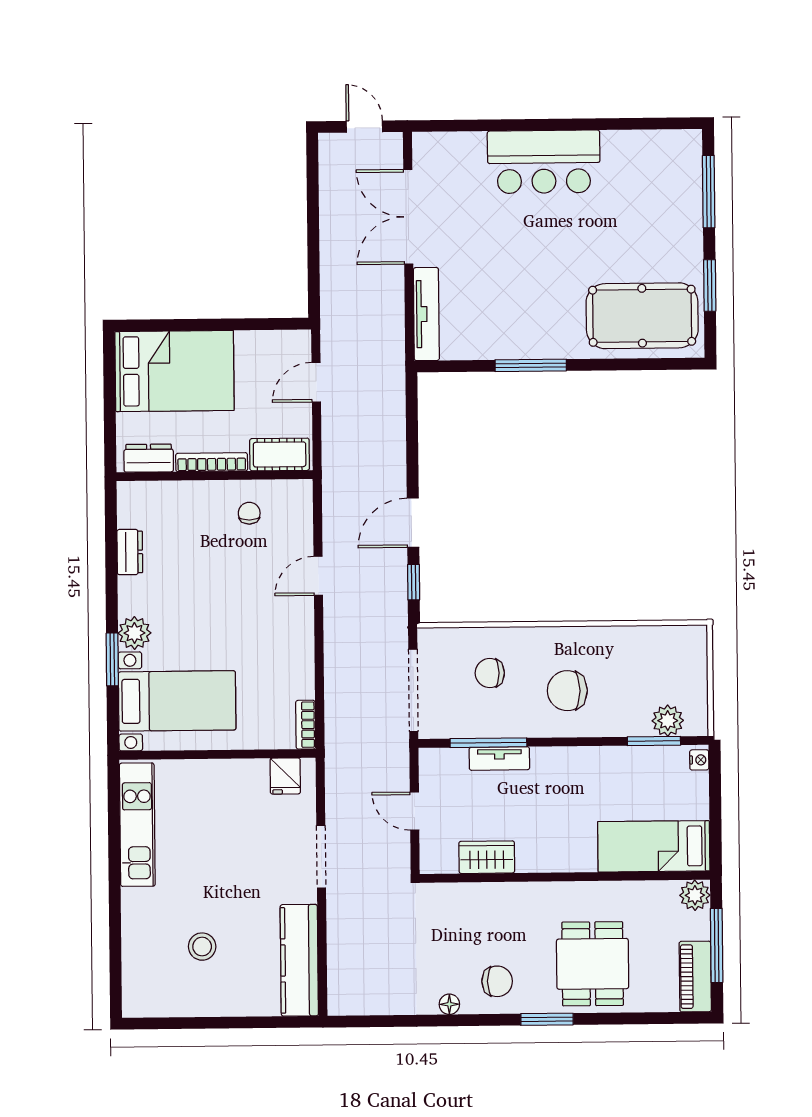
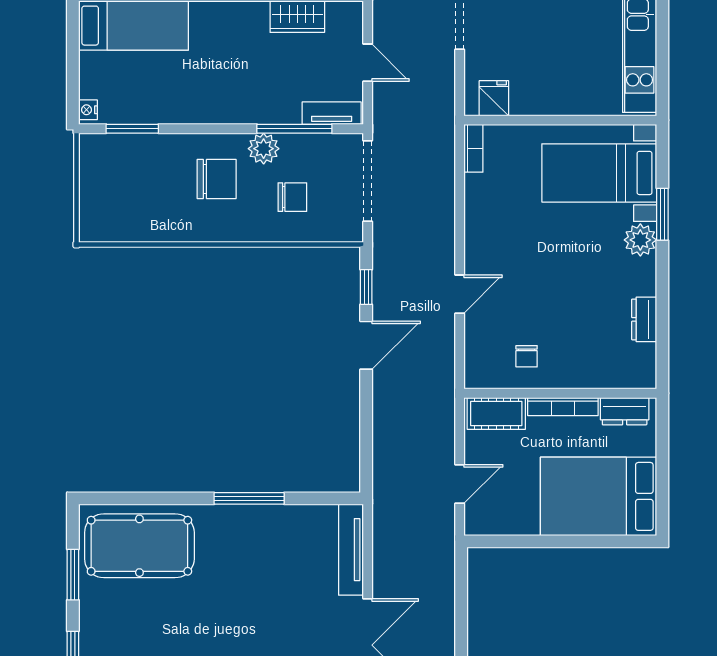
plant: (668, 721) -> (264, 149), moved
tv unit: (499, 759) -> (332, 113), moved

